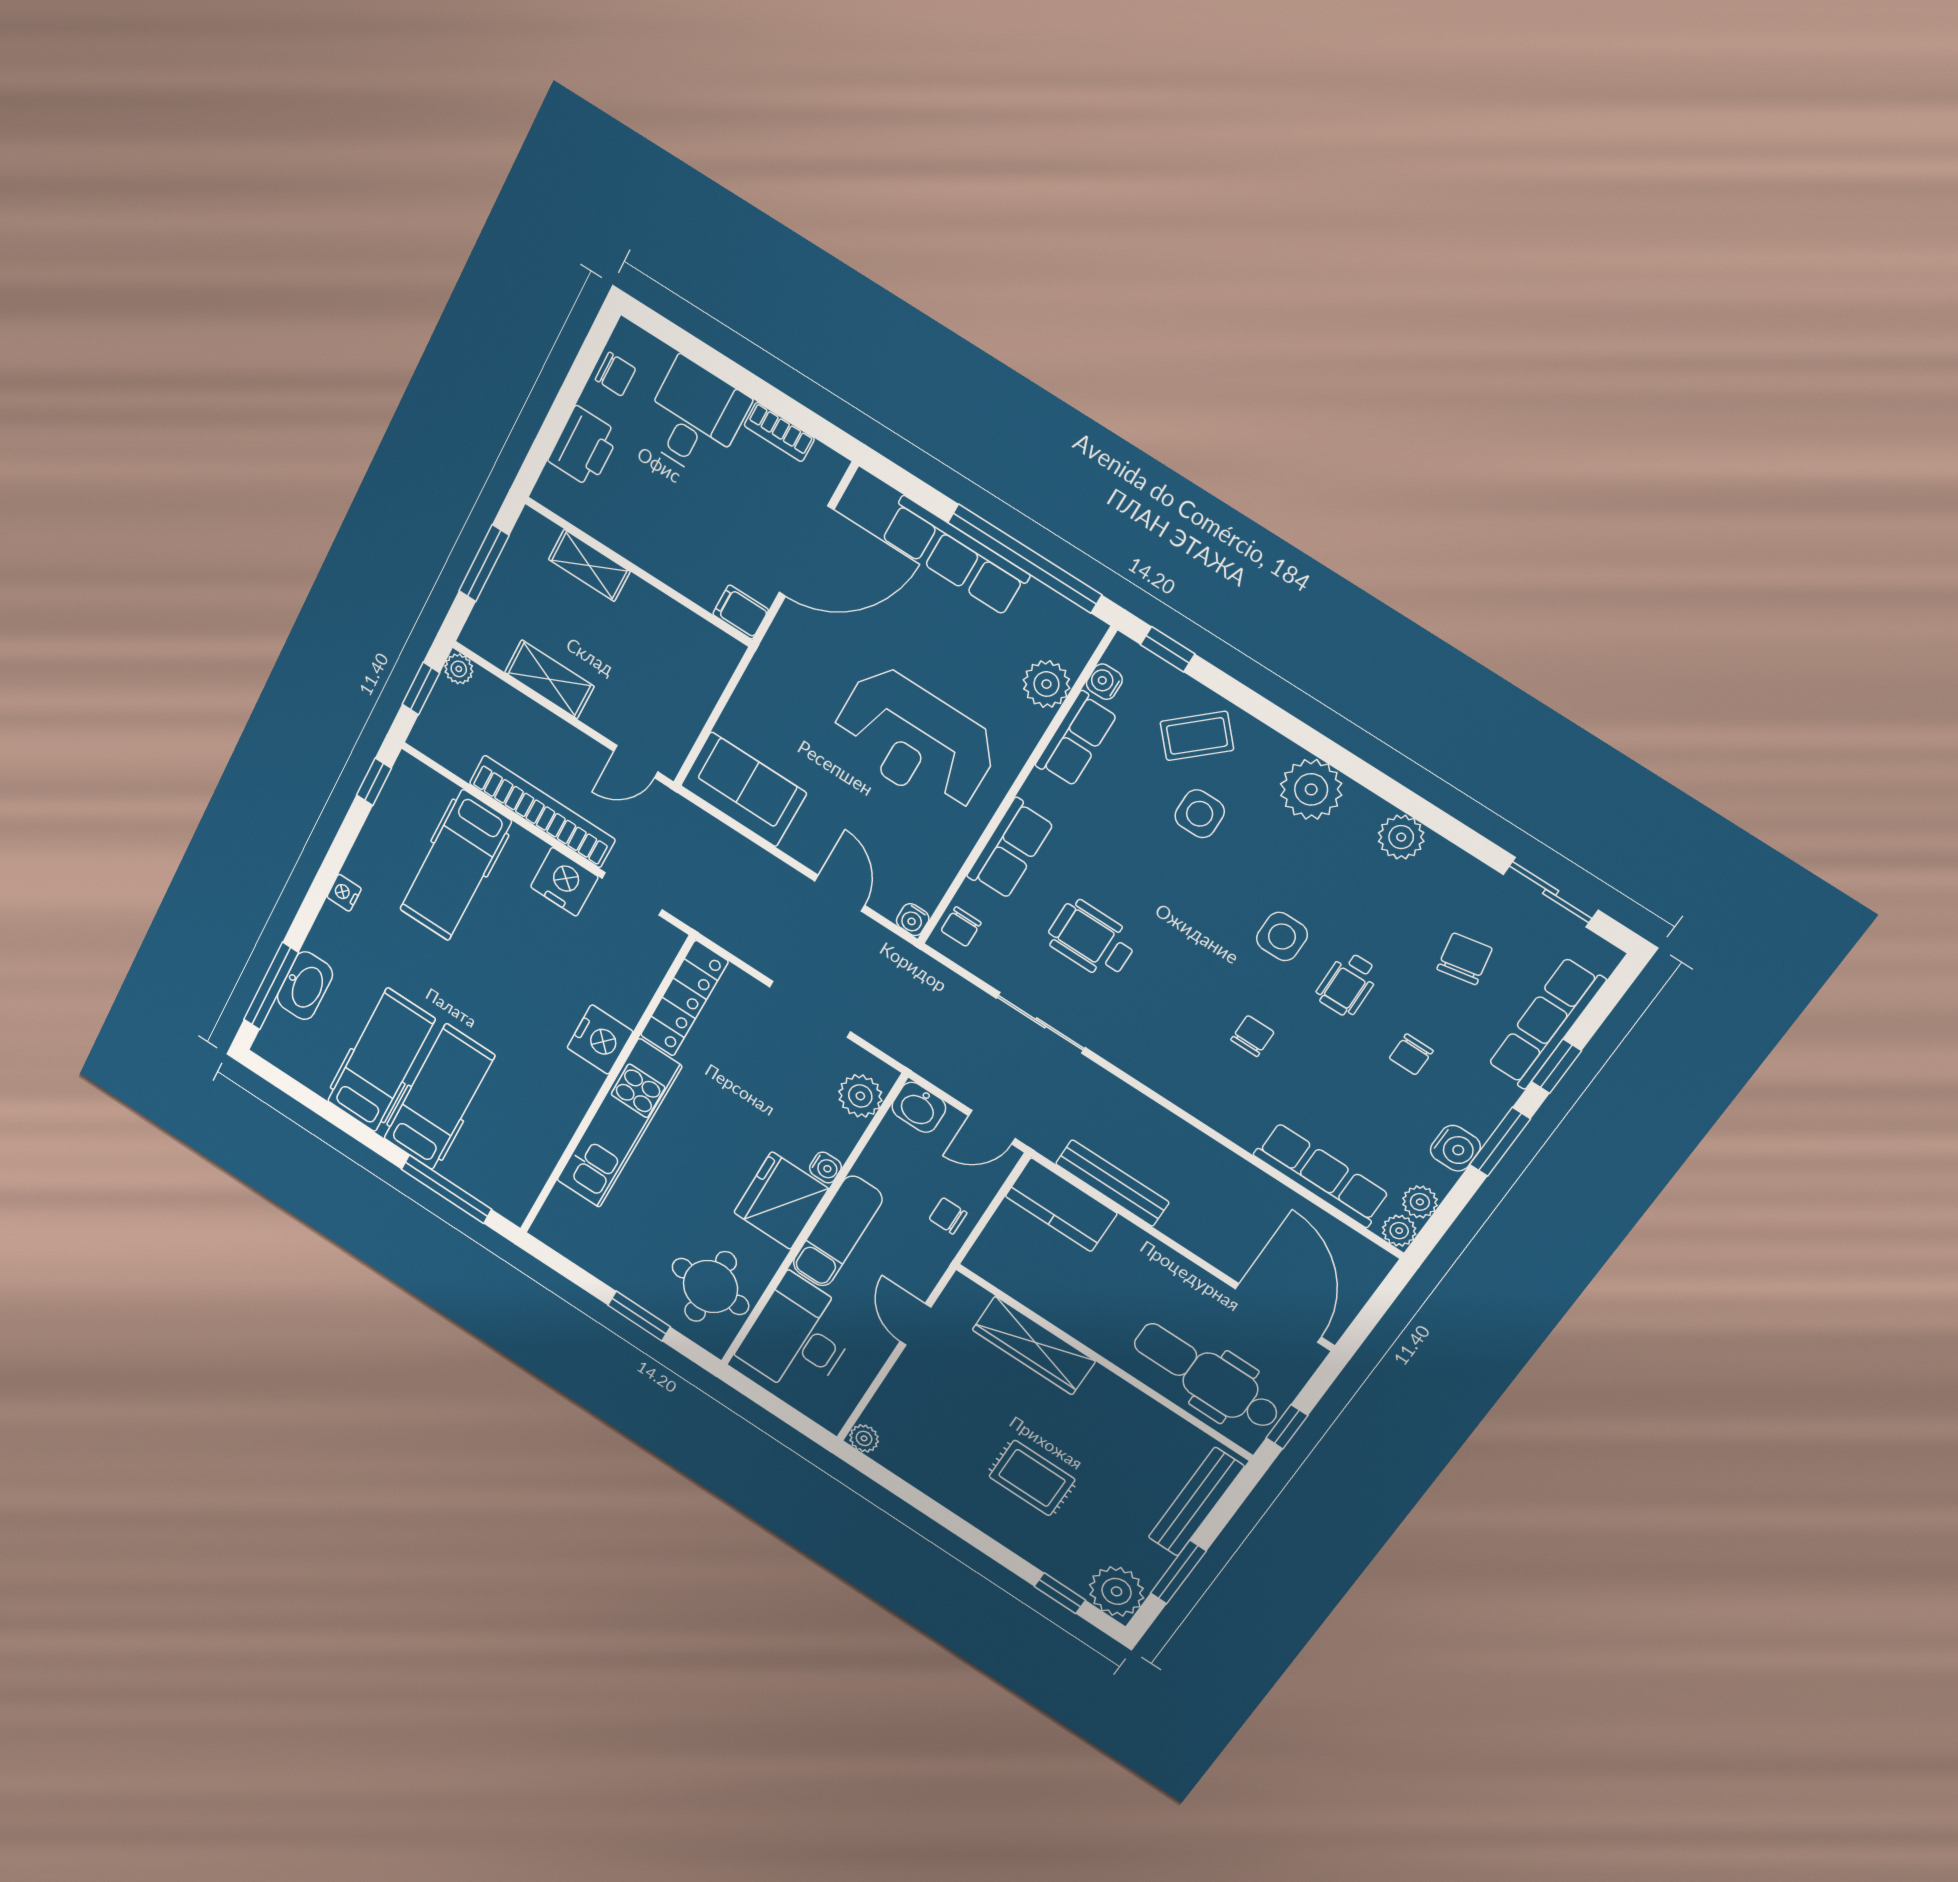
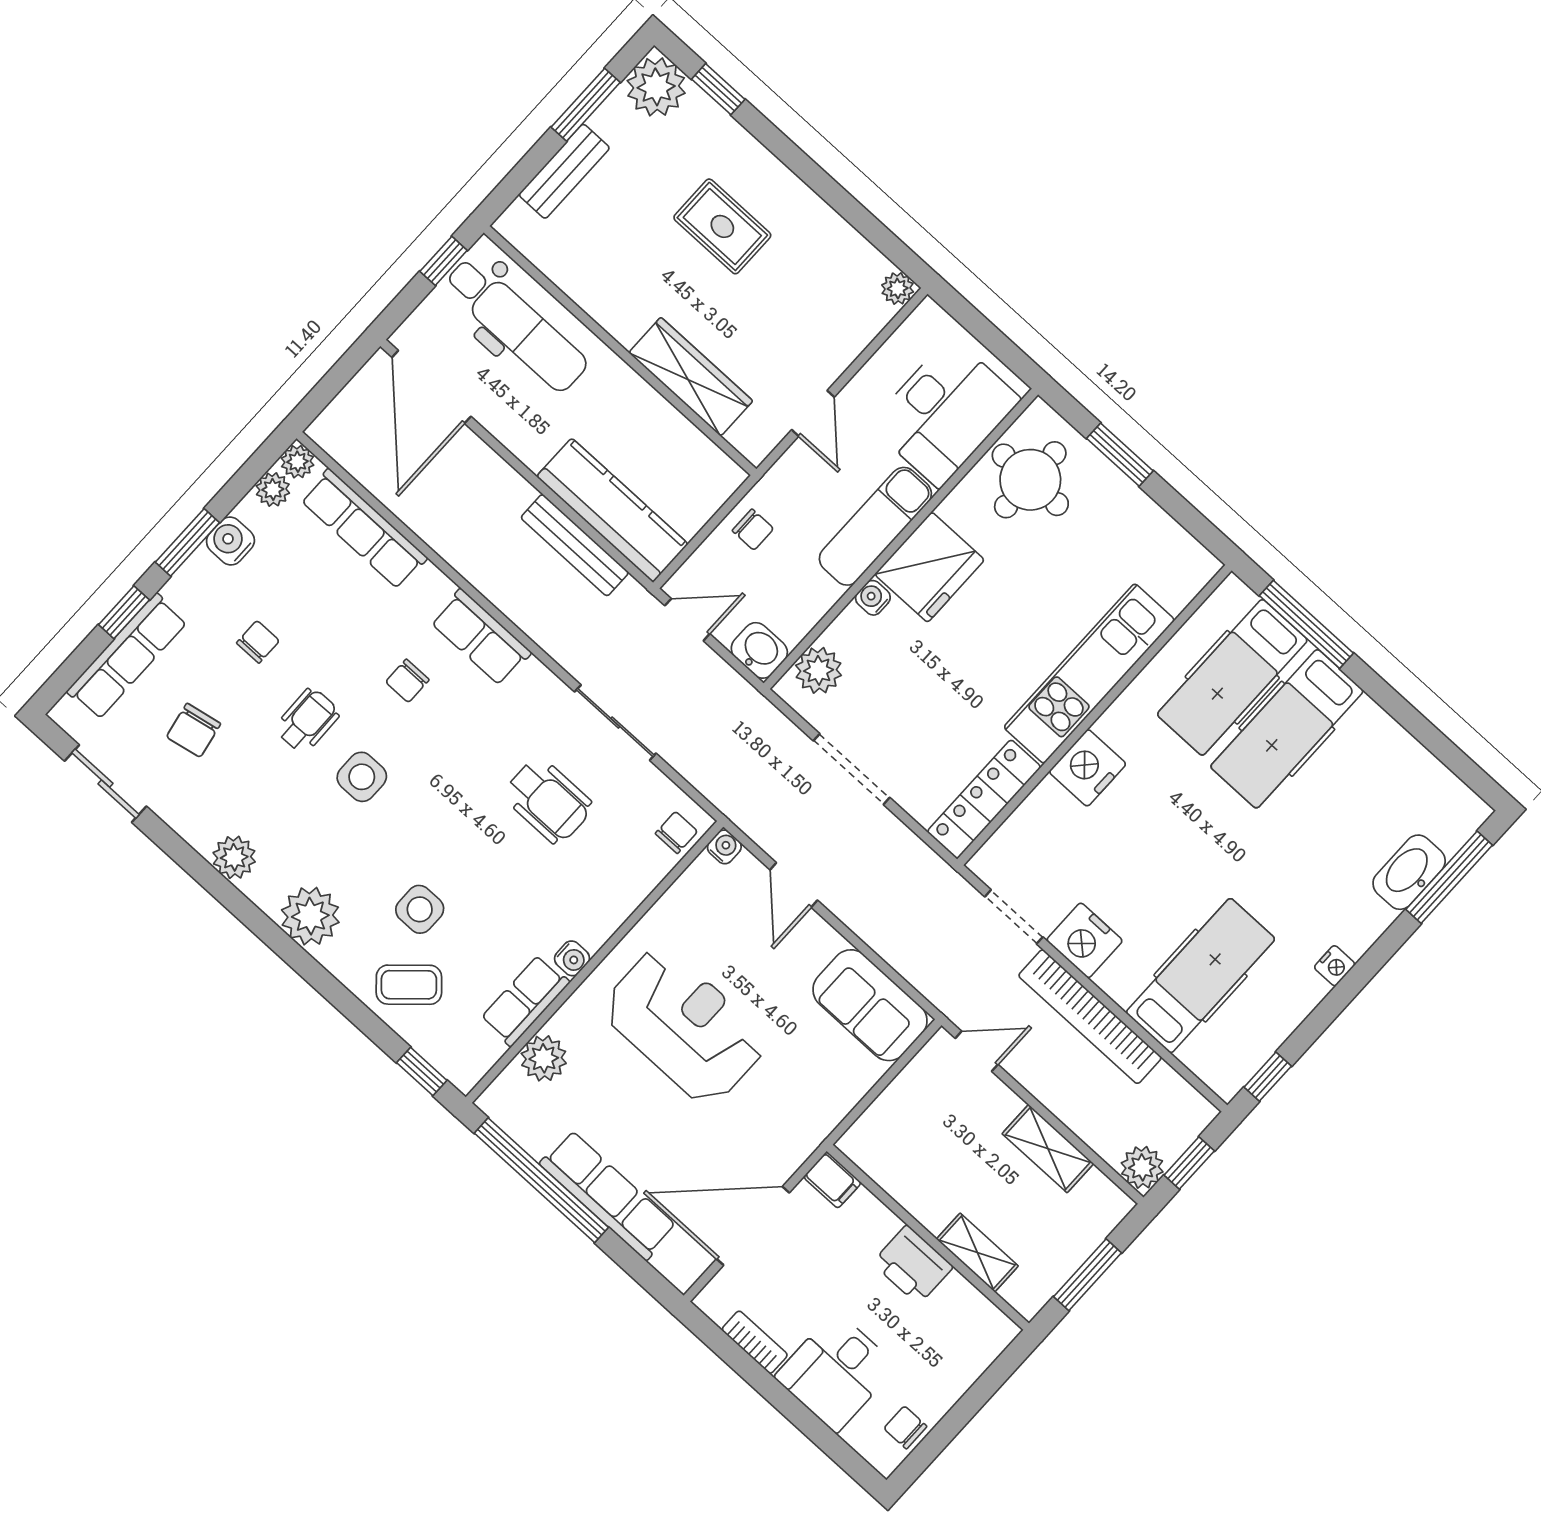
printer: (584, 447) -> (913, 1265), moved, turned -90
plant: (459, 669) -> (1142, 1167), width x1.38, depth x1.38
water cooler: (1104, 682) -> (572, 958), moved
row of seats: (1010, 849) -> (481, 637), moved, turned -90
hospital bed: (381, 1060) -> (1232, 677), moved
kitchen counter: (1061, 1205) -> (612, 510), width x1.50
bench: (1196, 1502) -> (564, 171), width x0.73

